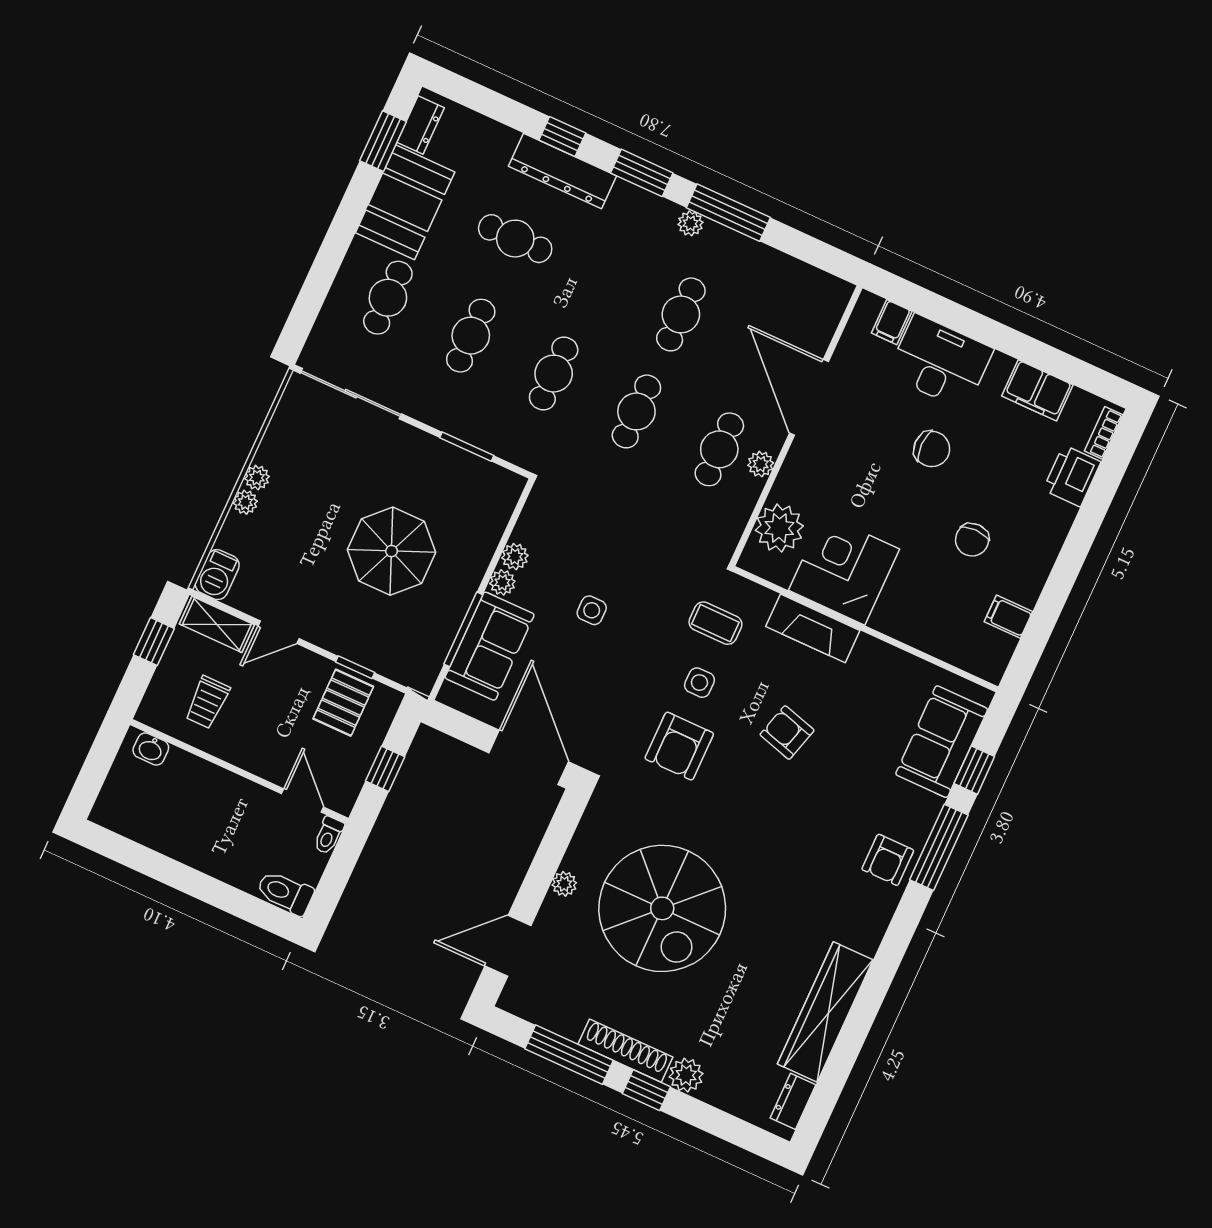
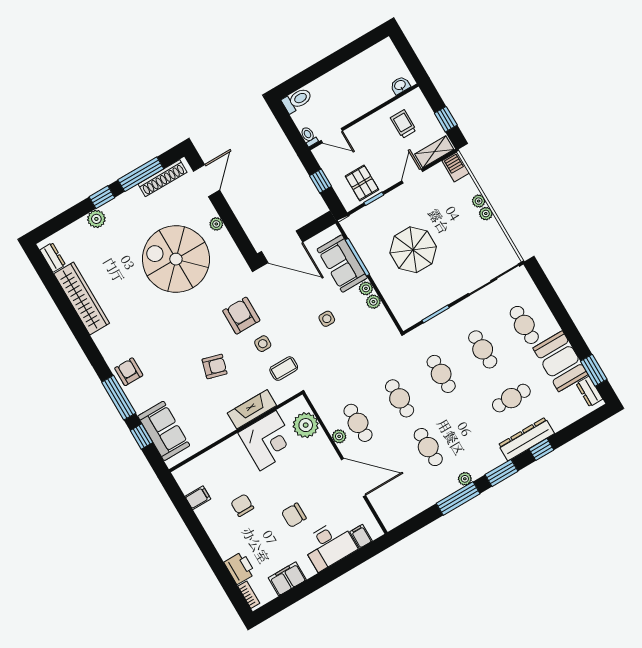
shoe rack: (625, 1051) -> (163, 178), moved

